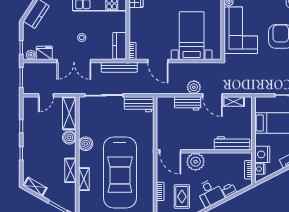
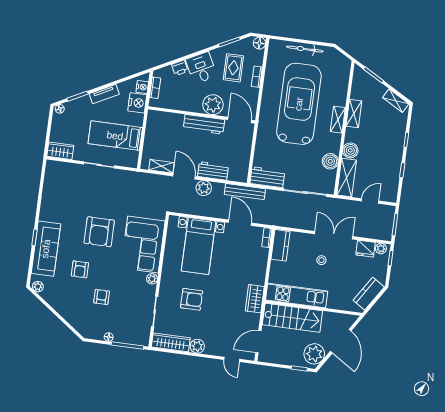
bench: (119, 67) -> (245, 192), moved
workbench: (232, 143) -> (204, 124), moved
boiler: (86, 144) -> (330, 161), moved
shelving: (84, 179) -> (338, 120), moved

